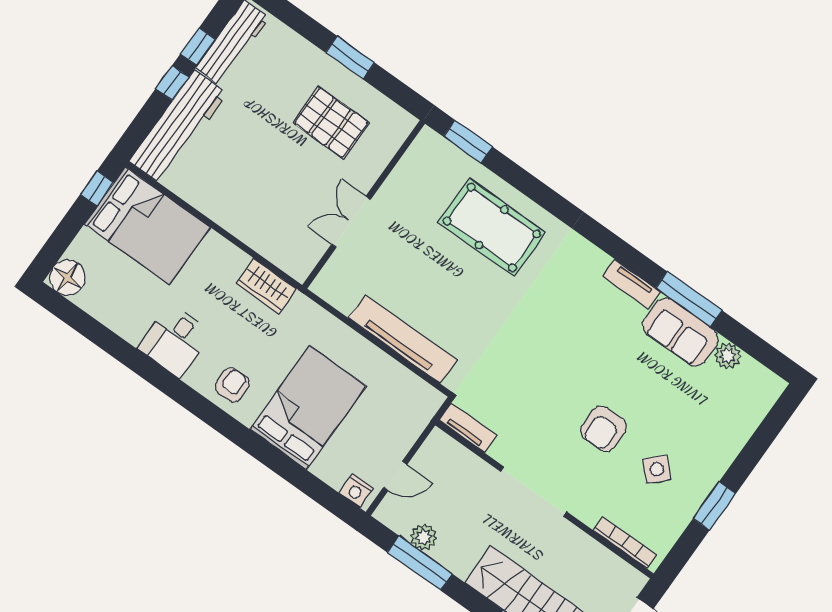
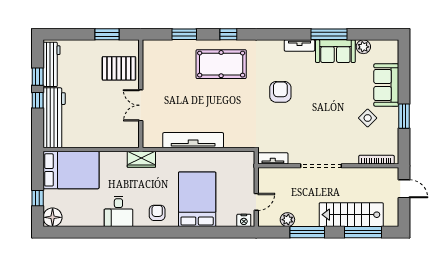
window: (97, 188) -> (38, 198), moved
window: (535, 190) -> (228, 34), added
wall: (364, 204) -> (141, 94), moved
double door: (351, 222) -> (141, 105), moved
tv unit: (403, 339) -> (193, 140), moved
armchair: (604, 429) -> (280, 92), moved, turned 180
sofa: (721, 439) -> (386, 85), added
window: (420, 563) -> (307, 232), moved

